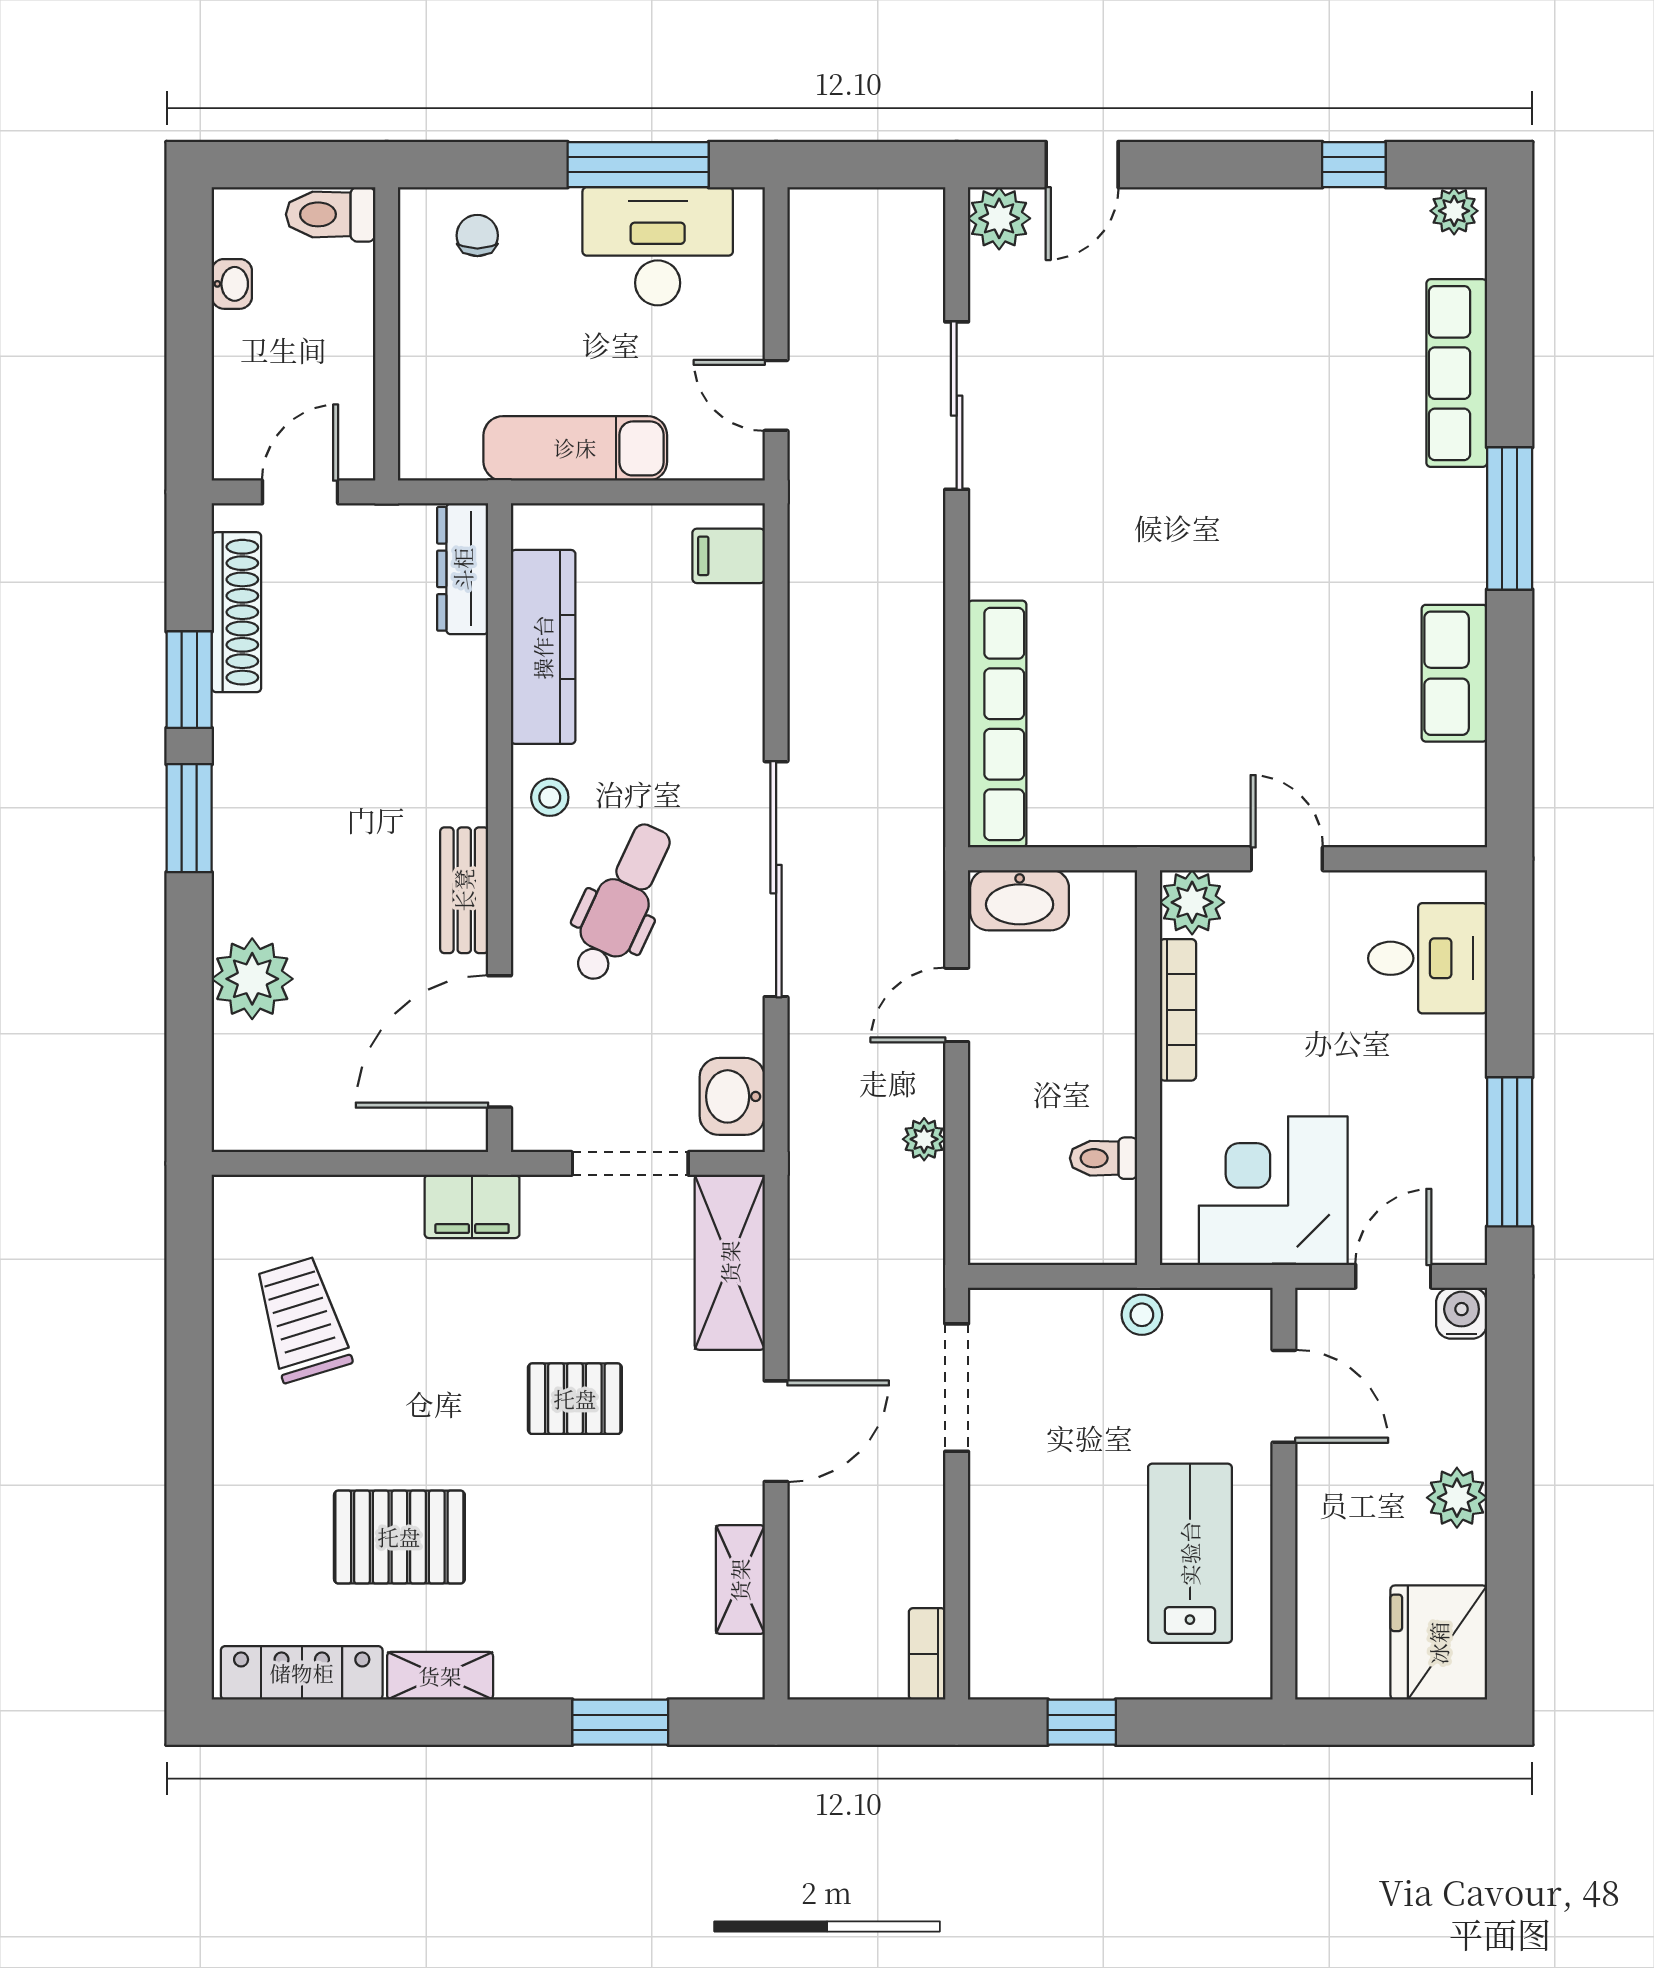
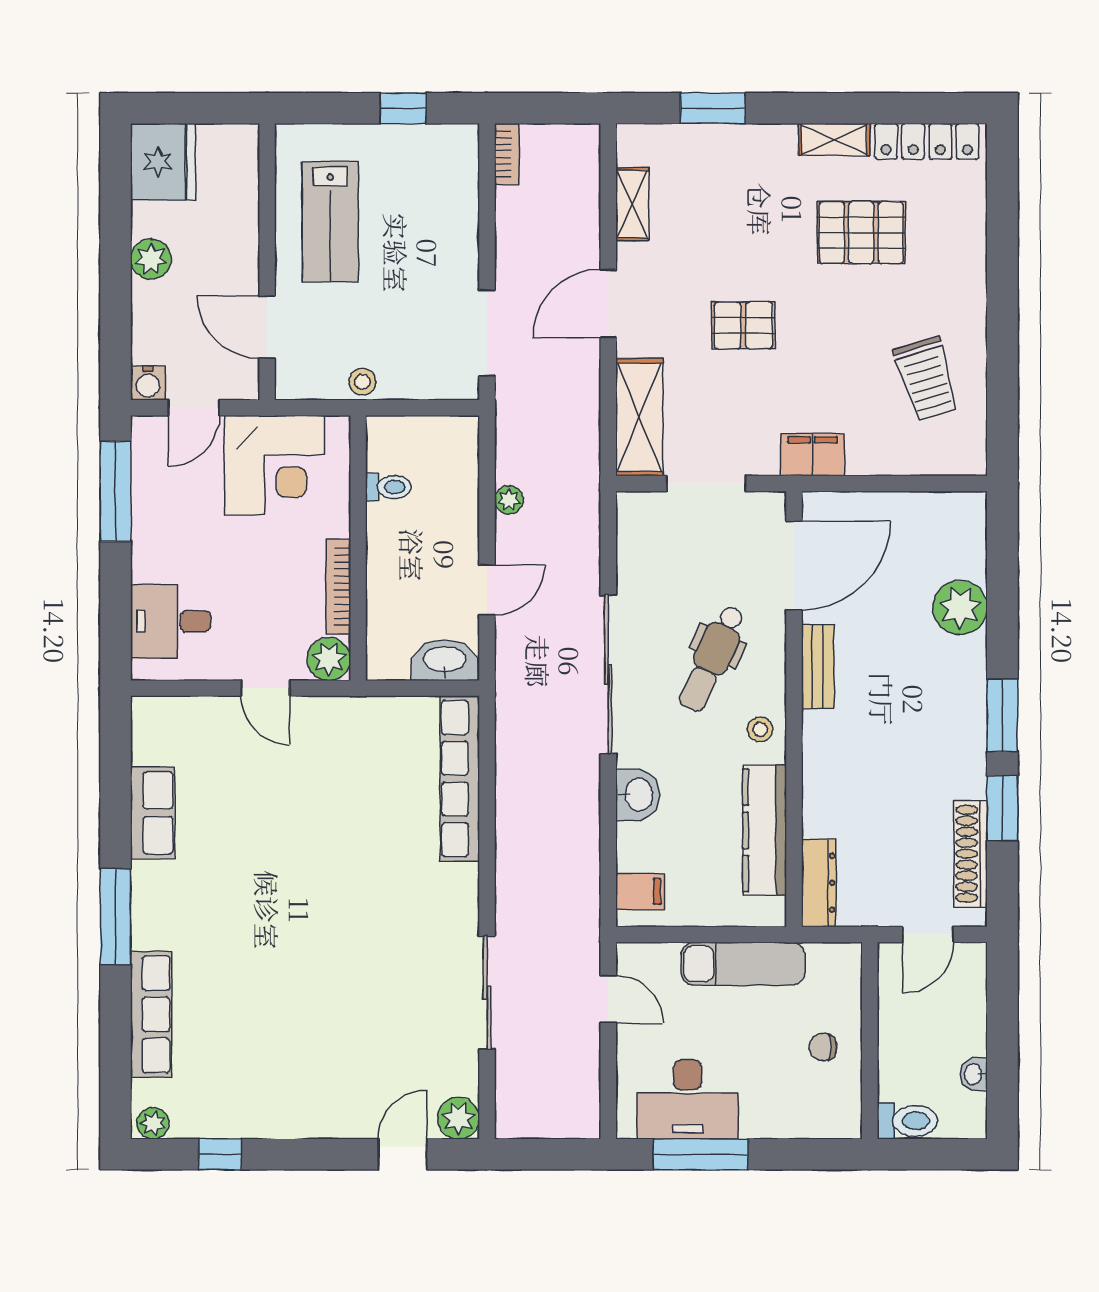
chair: (477, 236) -> (823, 1047), moved, turned 90
washbasin: (732, 1096) -> (638, 795), moved

